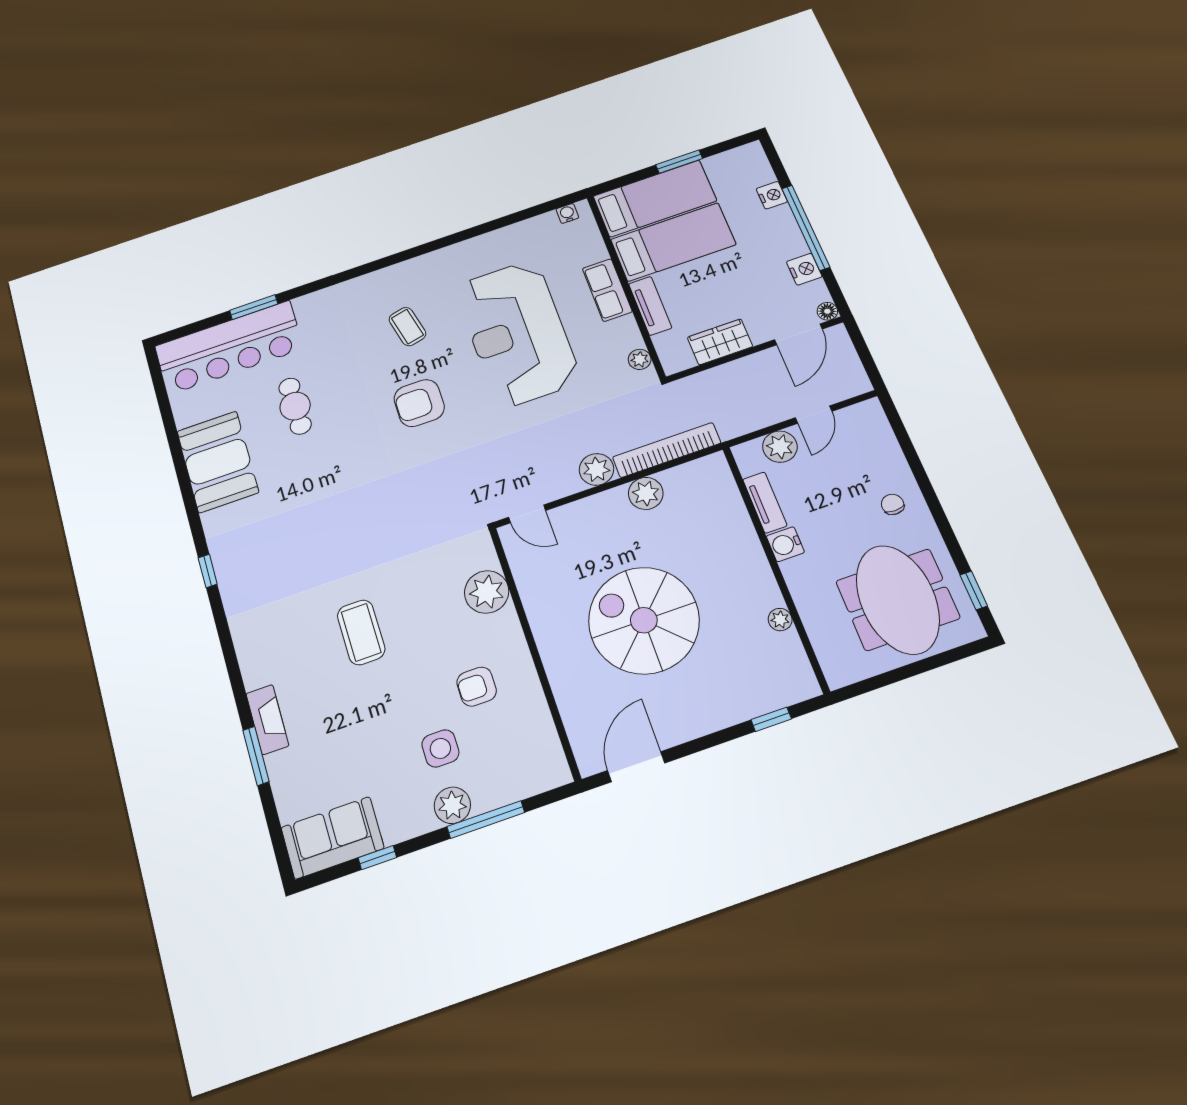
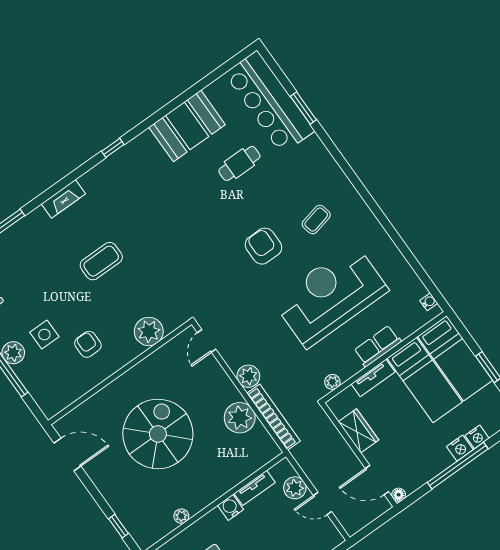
nightstand: (804, 269) -> (460, 448), moved
plant: (646, 493) -> (240, 418), width x1.36, depth x1.36
fireplace: (267, 720) -> (63, 199), moved

